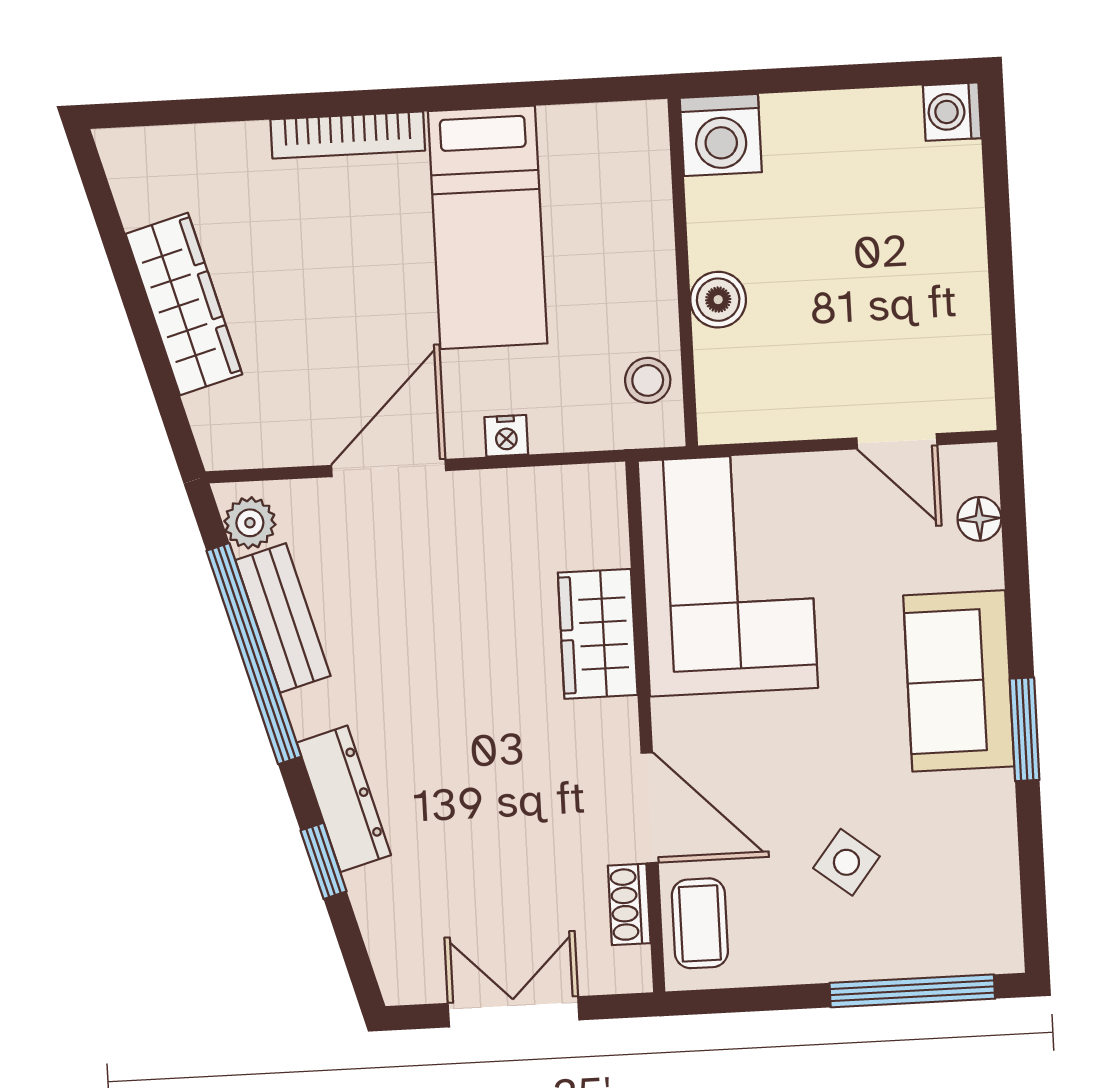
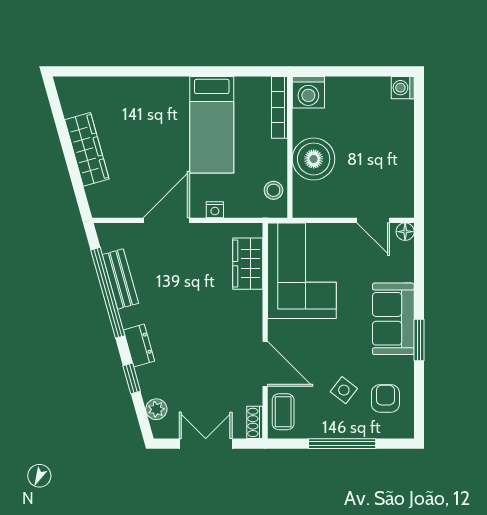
bookcase: (348, 135) -> (280, 107), moved, turned 90
boiler: (718, 300) -> (314, 159), width x1.86, depth x1.86
floor lamp: (979, 519) -> (405, 232), moved
plant: (250, 523) -> (156, 409), moved
wardrobe: (598, 634) -> (248, 264), moved
dresser: (344, 799) -> (139, 345), width x0.70
armchair: (950, 877) -> (385, 398), added
shoe rack: (629, 904) -> (255, 422), moved
window: (912, 991) -> (342, 444), moved

